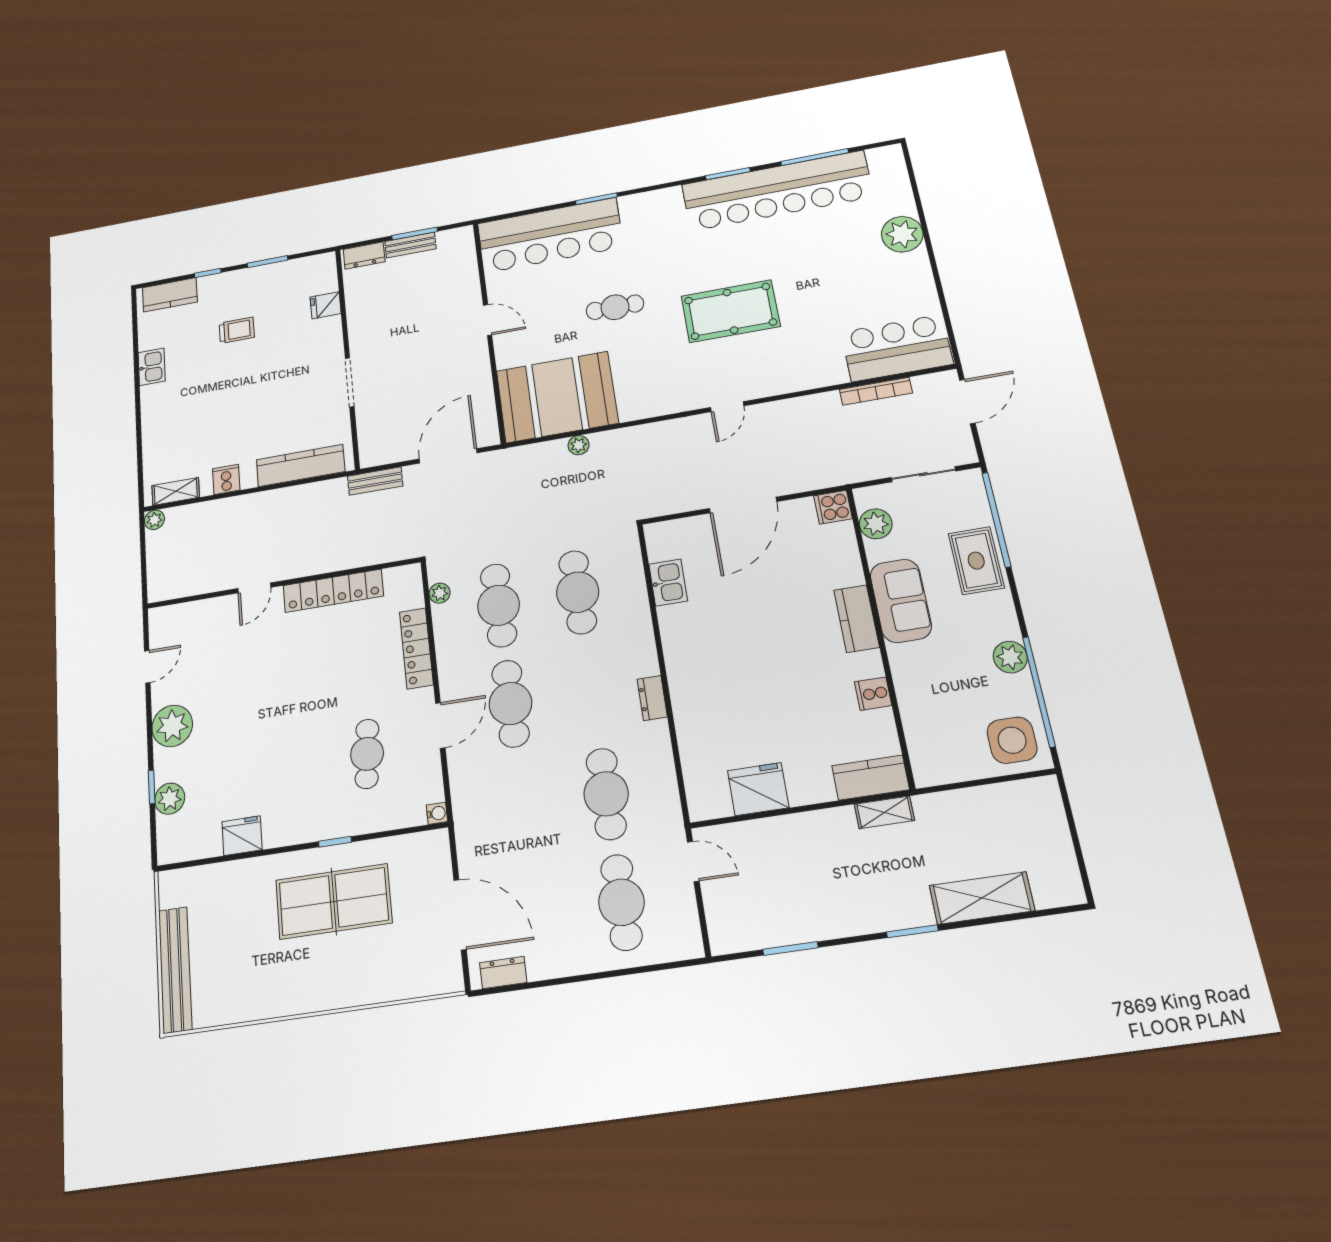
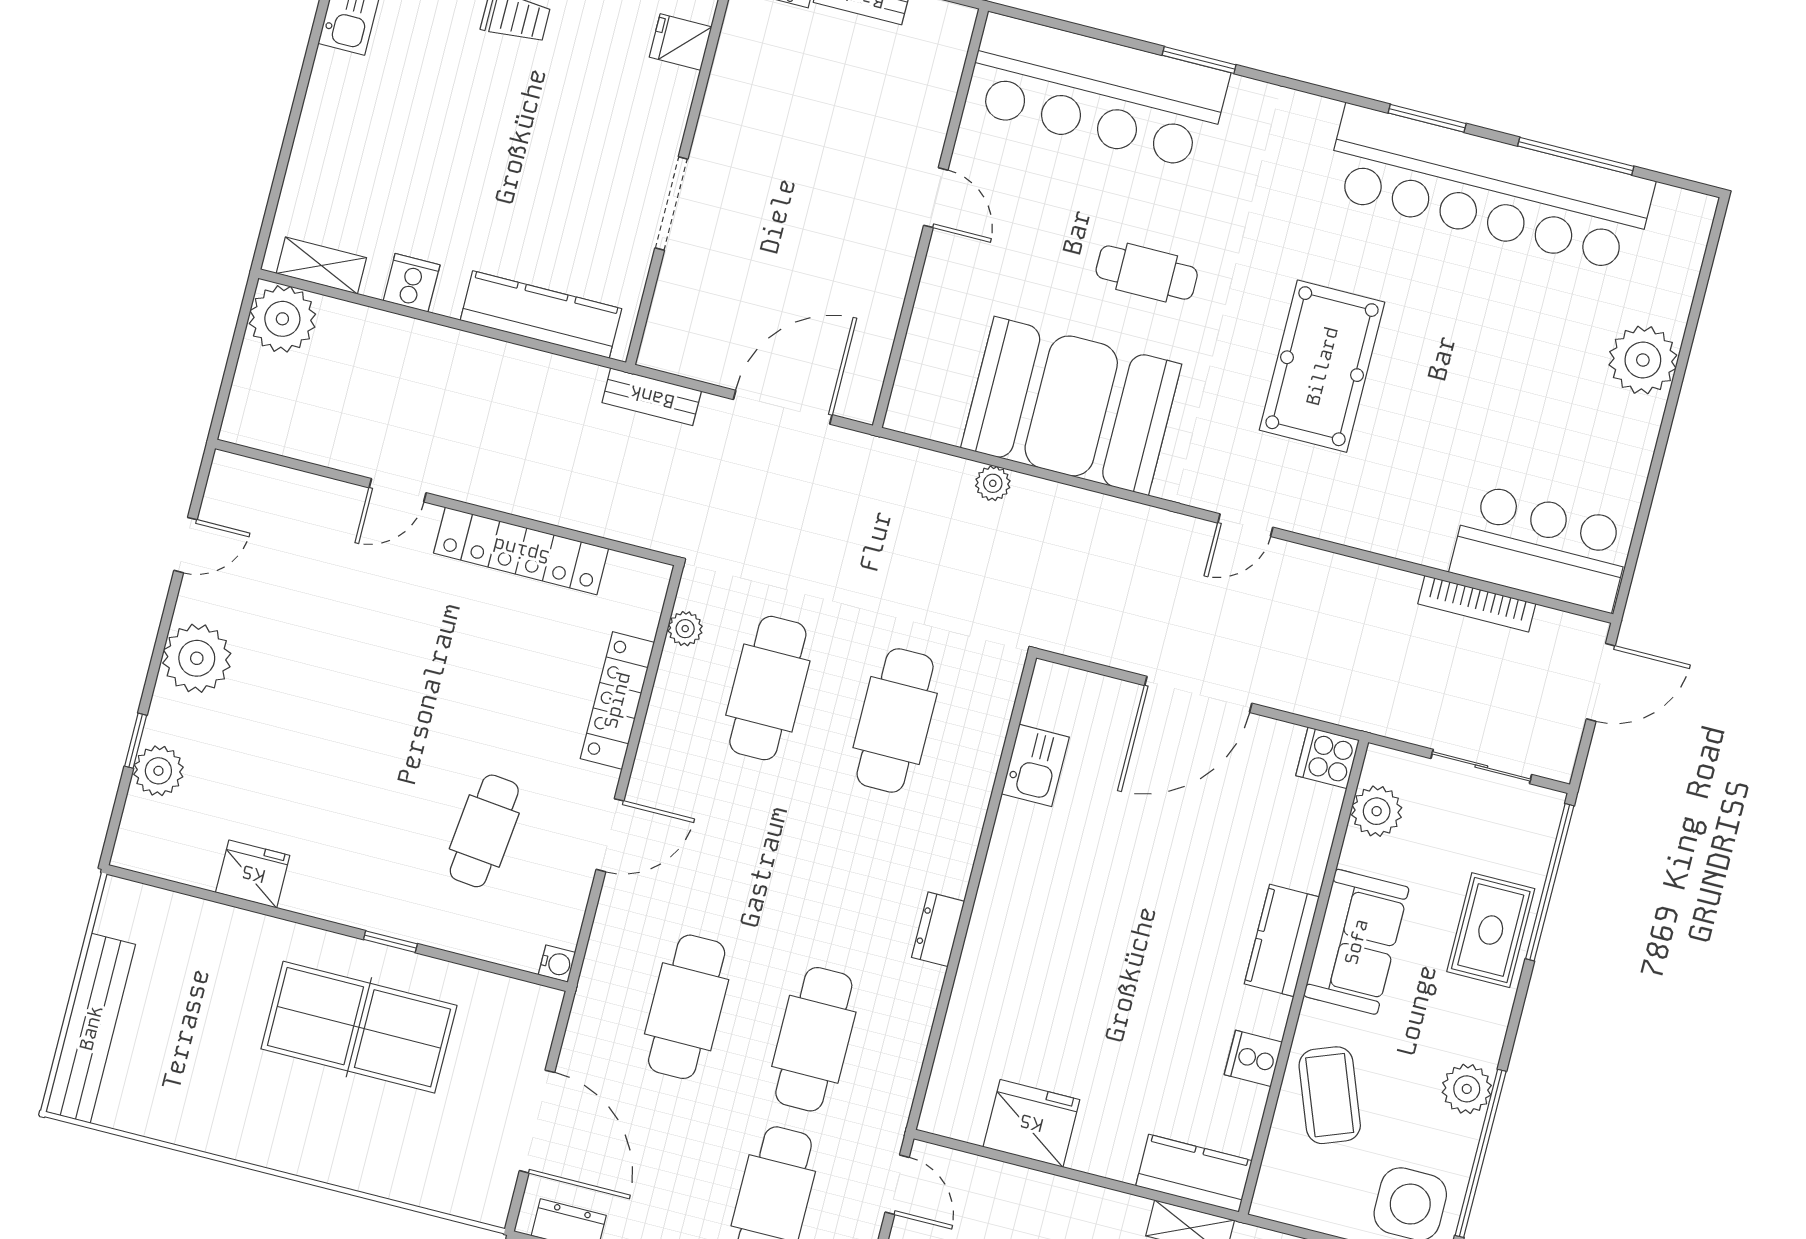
pool table: (730, 311) -> (1322, 366), turned 90
booth: (557, 397) -> (1071, 406), moved
plant: (154, 520) -> (282, 319), width x1.88, depth x1.88
coffee table: (930, 696) -> (1330, 1095), added
cafe table: (510, 704) -> (687, 1007), moved

